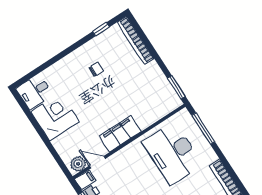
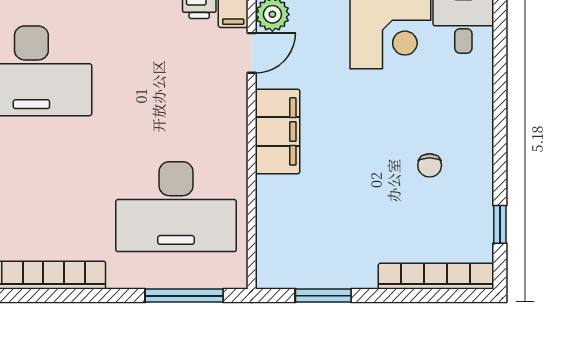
window: (176, 87) -> (323, 296), moved
desk: (172, 153) -> (176, 207), turned 180

